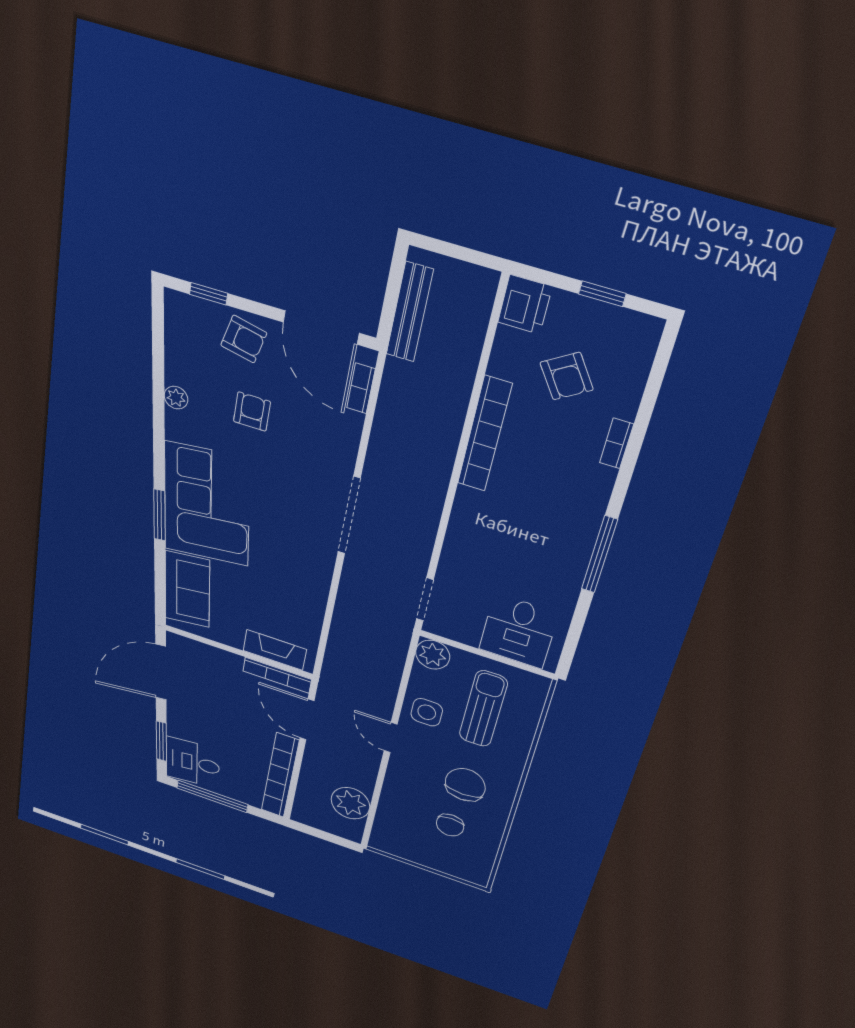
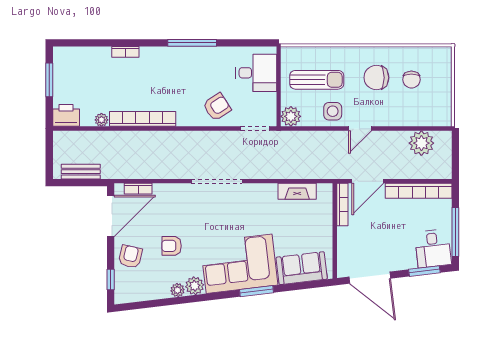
window: (602, 294) -> (49, 80), width x1.50
bench: (410, 312) -> (81, 172), width x0.73
plant: (501, 365) -> (101, 120), added
armchair: (567, 376) -> (217, 107), moved
plant: (180, 426) -> (195, 286), added
fireplace: (275, 650) -> (297, 191), moved, turned -90
sun lounger: (483, 709) -> (317, 80), turned 180
chair: (450, 825) -> (411, 80), turned 90

